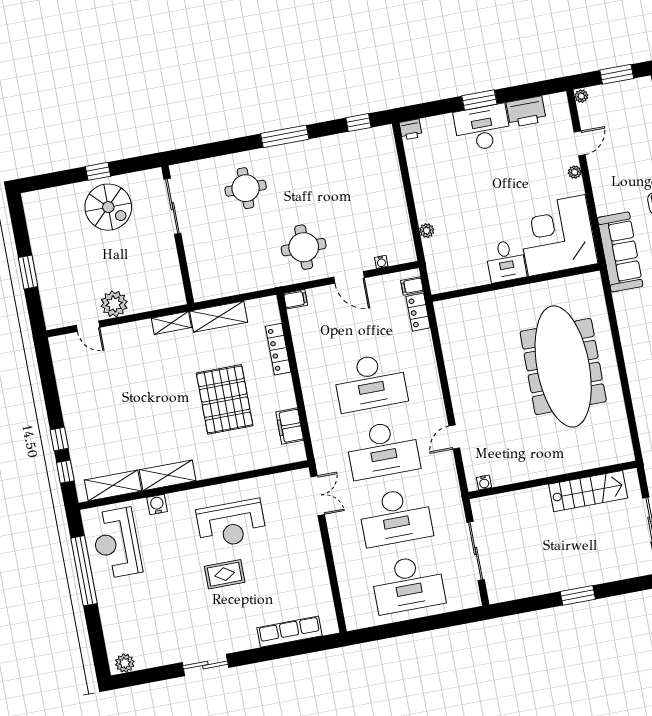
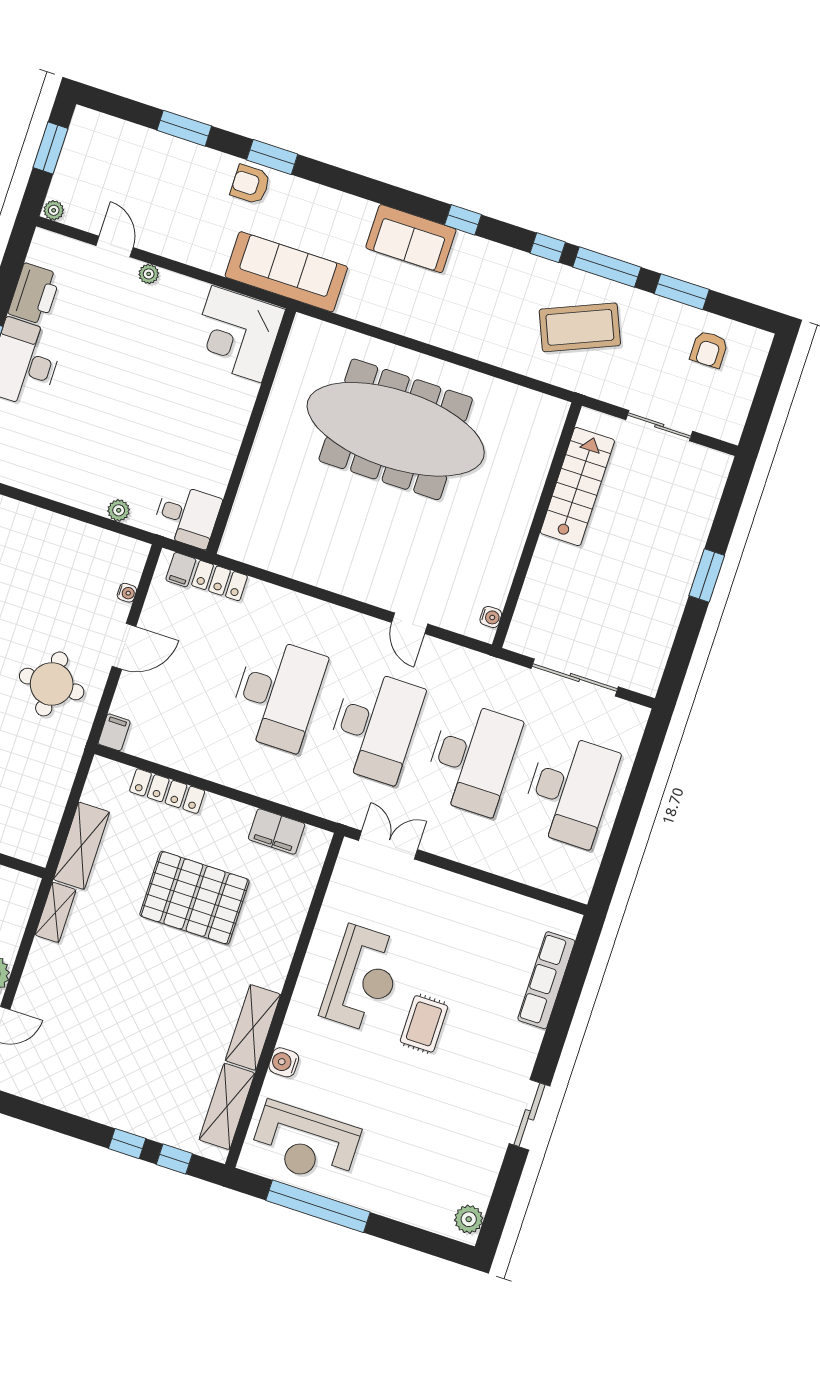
corner desk: (557, 235) -> (237, 334), width x0.74, depth x0.74
desk: (506, 261) -> (187, 516), moved

